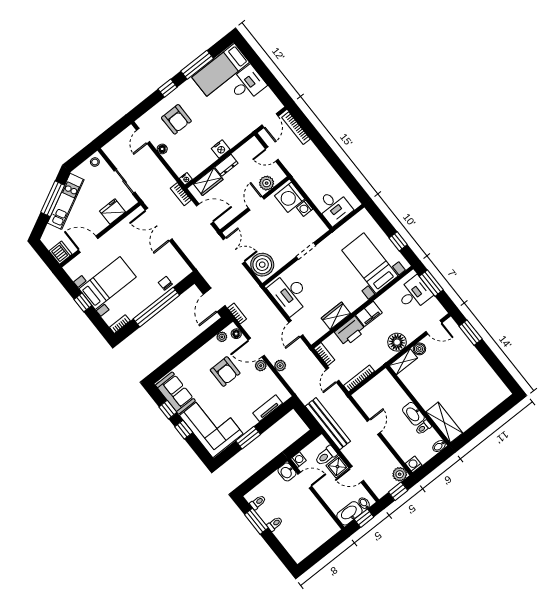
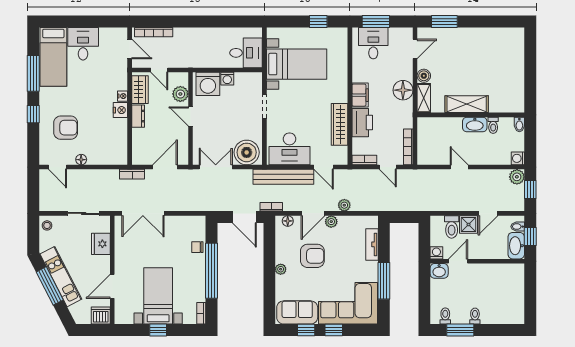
door: (272, 154) -> (159, 70), hinge flipped
nightstand: (186, 179) -> (122, 96), moved
wardrobe: (208, 182) -> (140, 90), moved
bed with nightstands: (370, 263) -> (297, 64), moved, turned 180
wardrobe: (336, 316) -> (340, 124), width x1.50
plant: (222, 337) -> (281, 269), moved
shelving: (444, 422) -> (467, 104), moved
bench: (328, 424) -> (283, 177), moved
window: (248, 438) -> (384, 281), width x1.44

